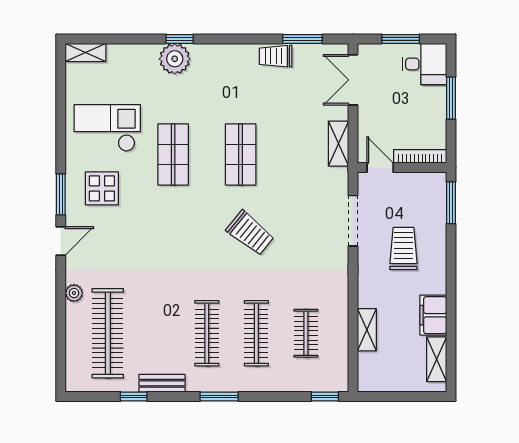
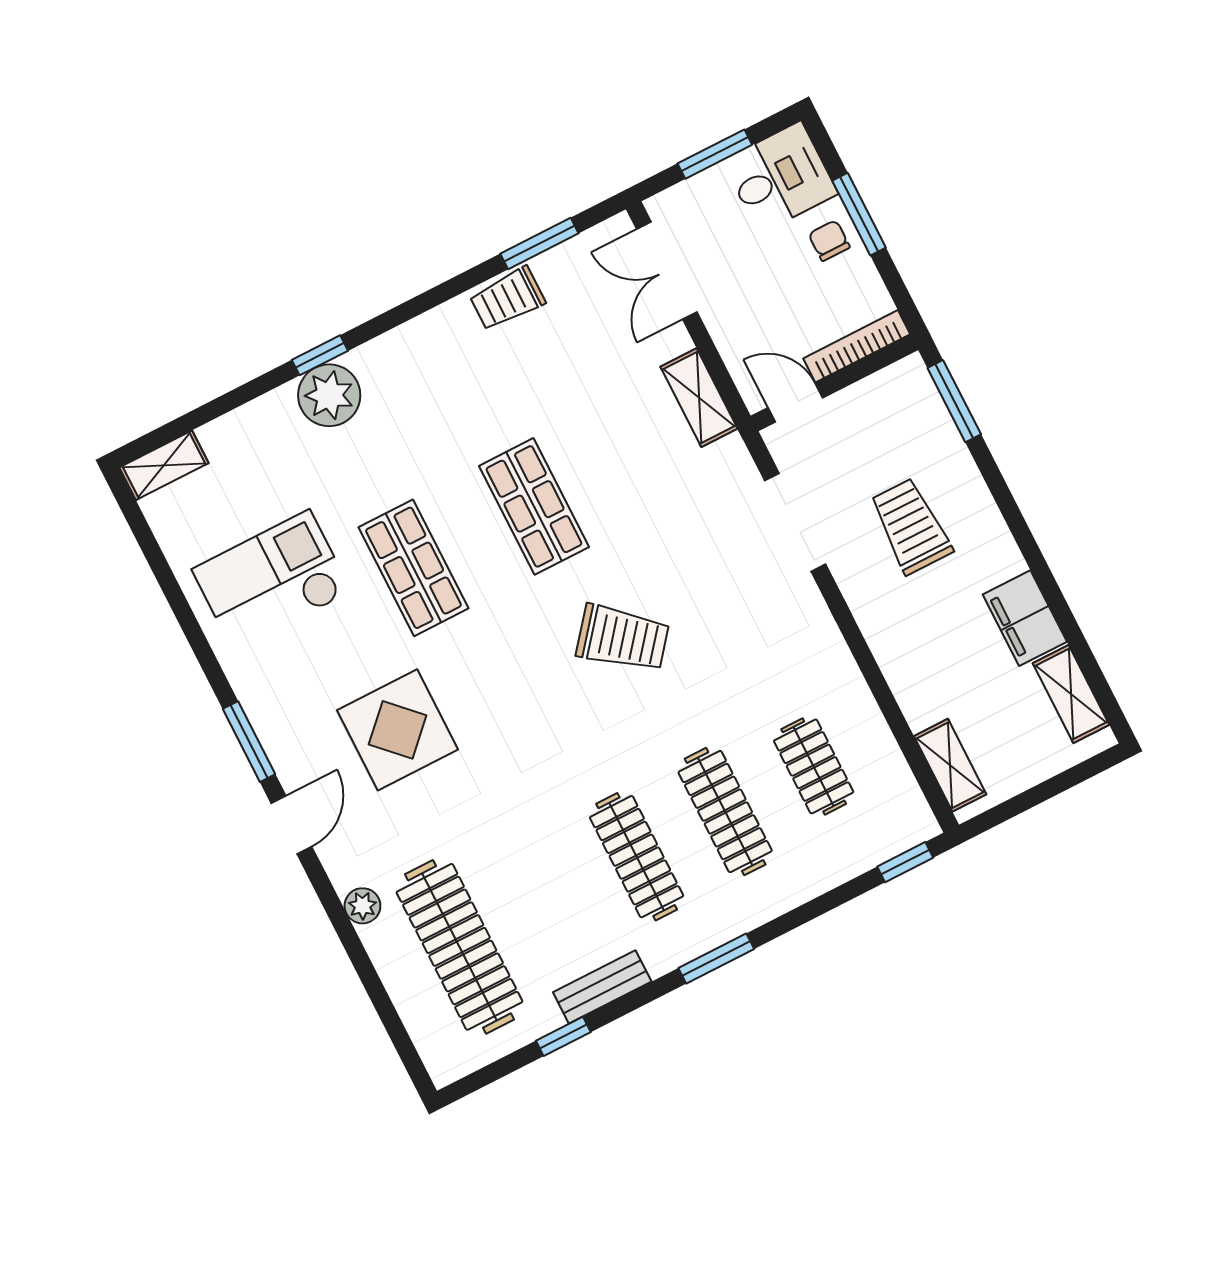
chair: (432, 103) -> (829, 241), added
display table: (102, 188) -> (398, 730), moved, width x1.36, depth x1.36
shelving: (367, 330) -> (950, 765), moved

